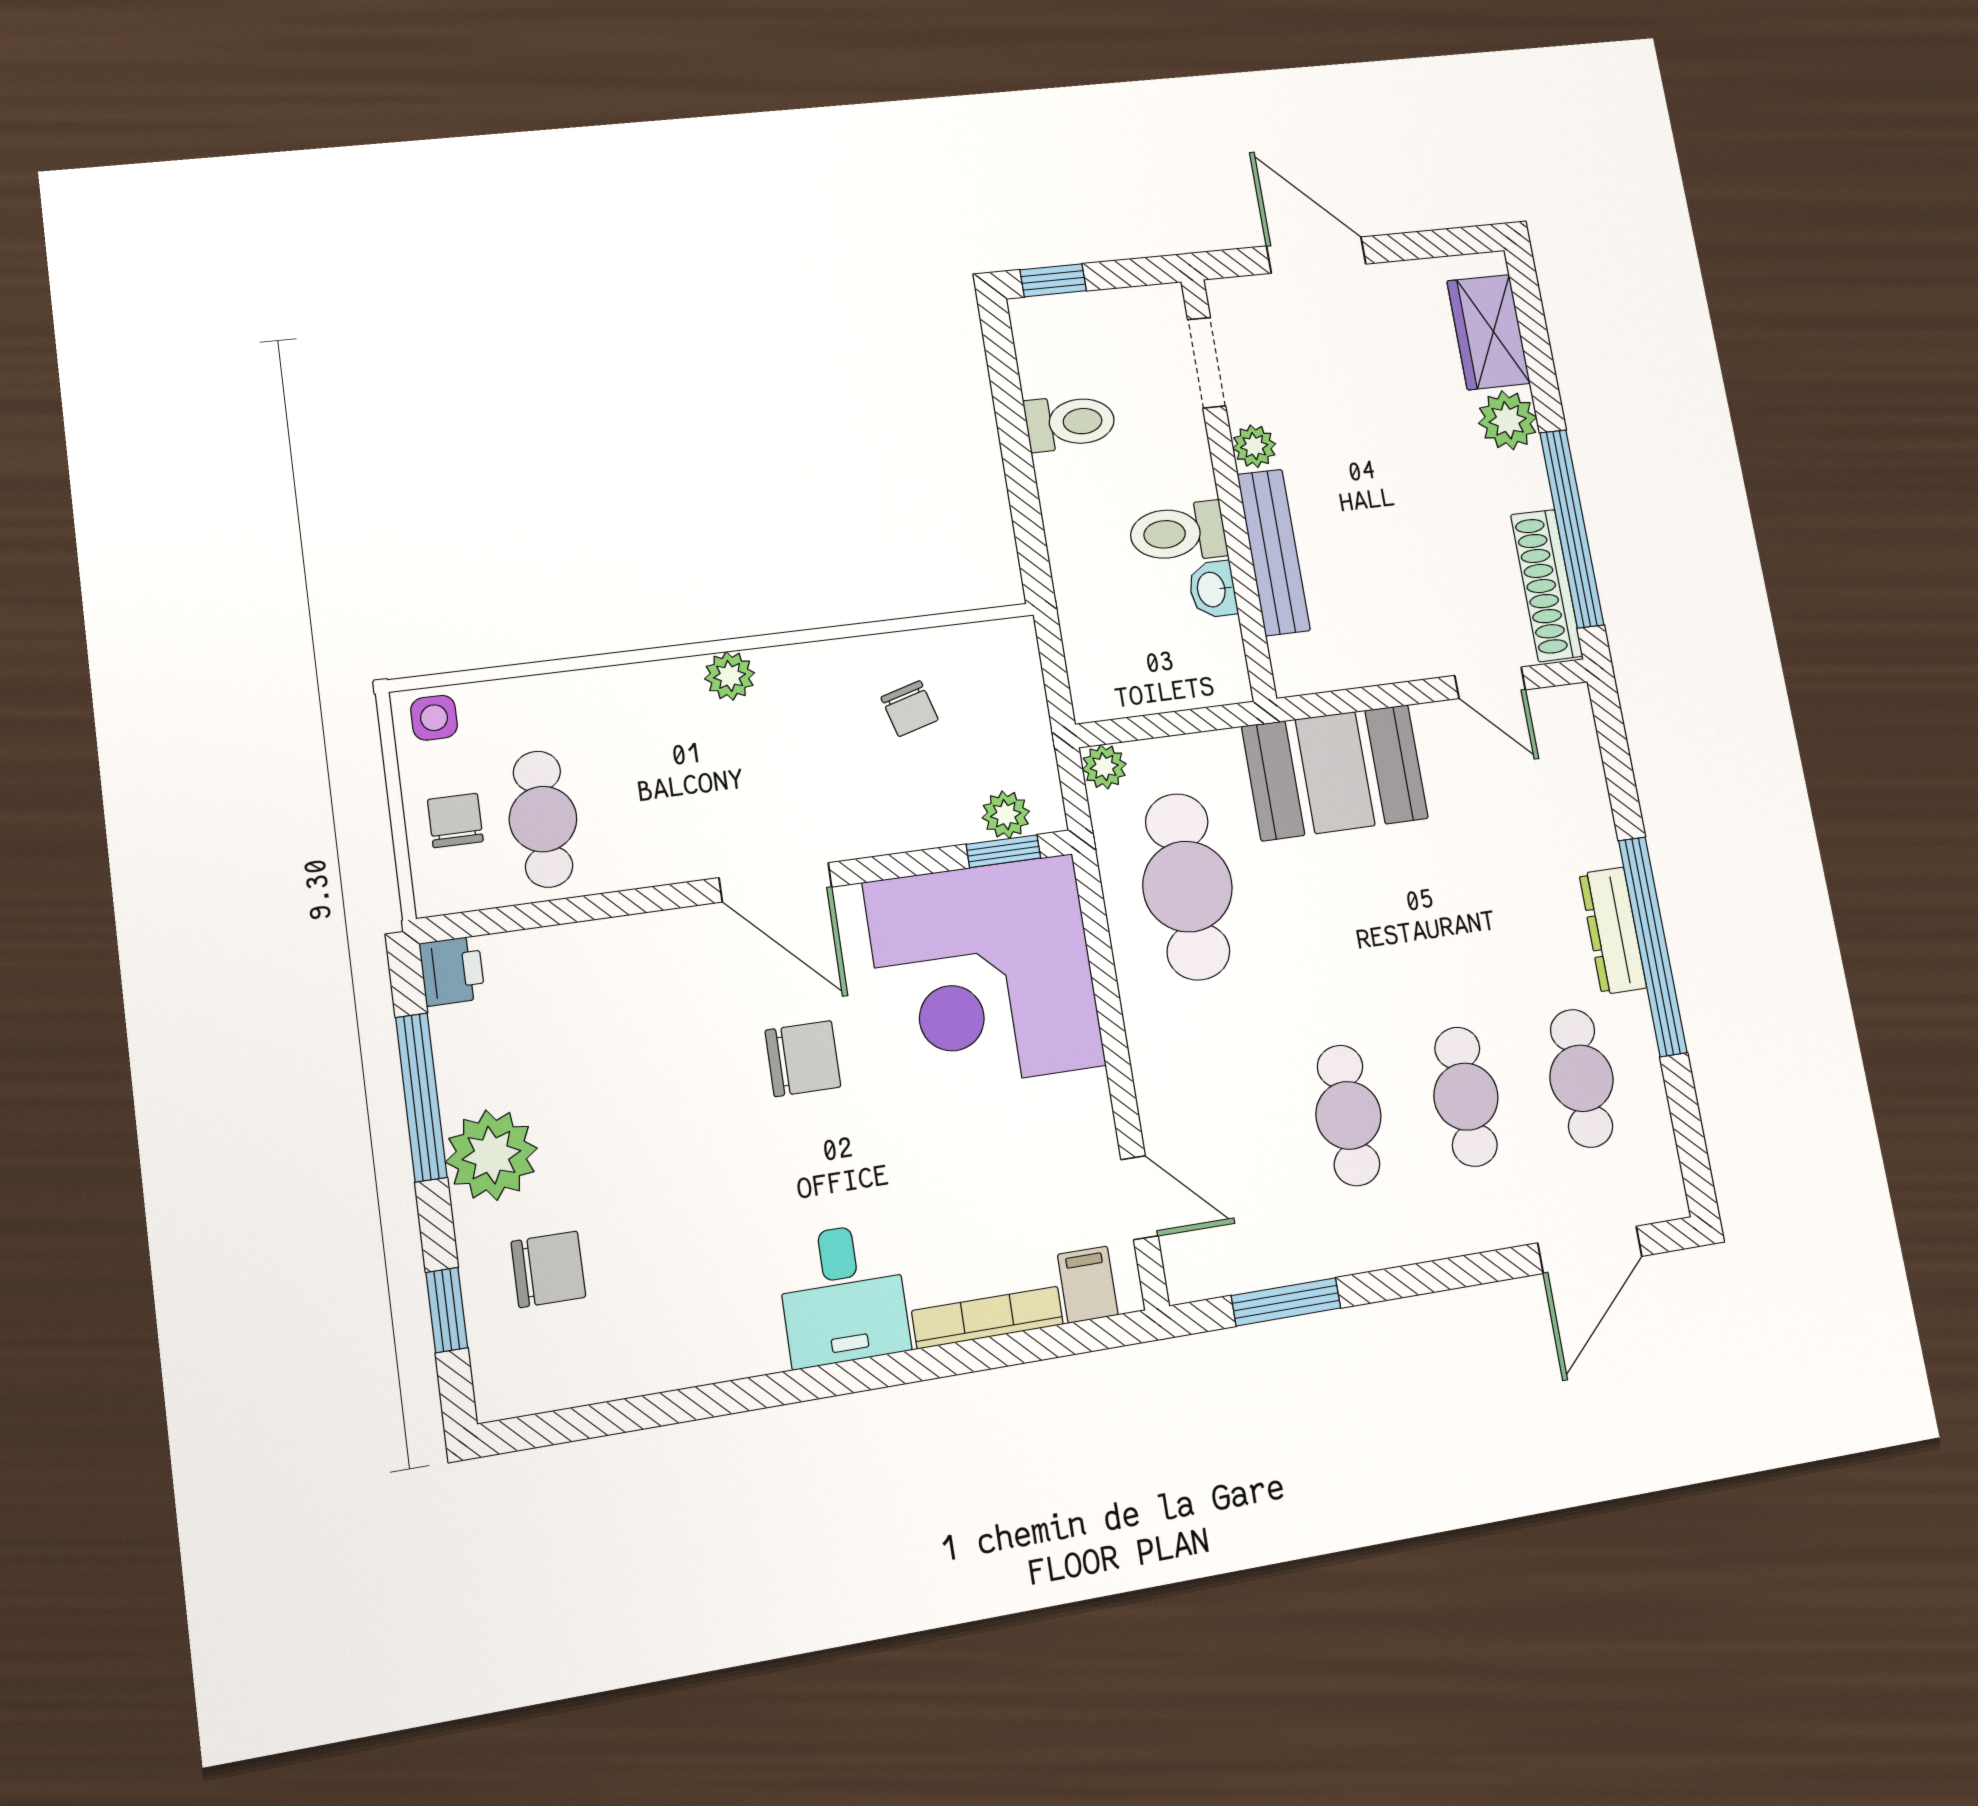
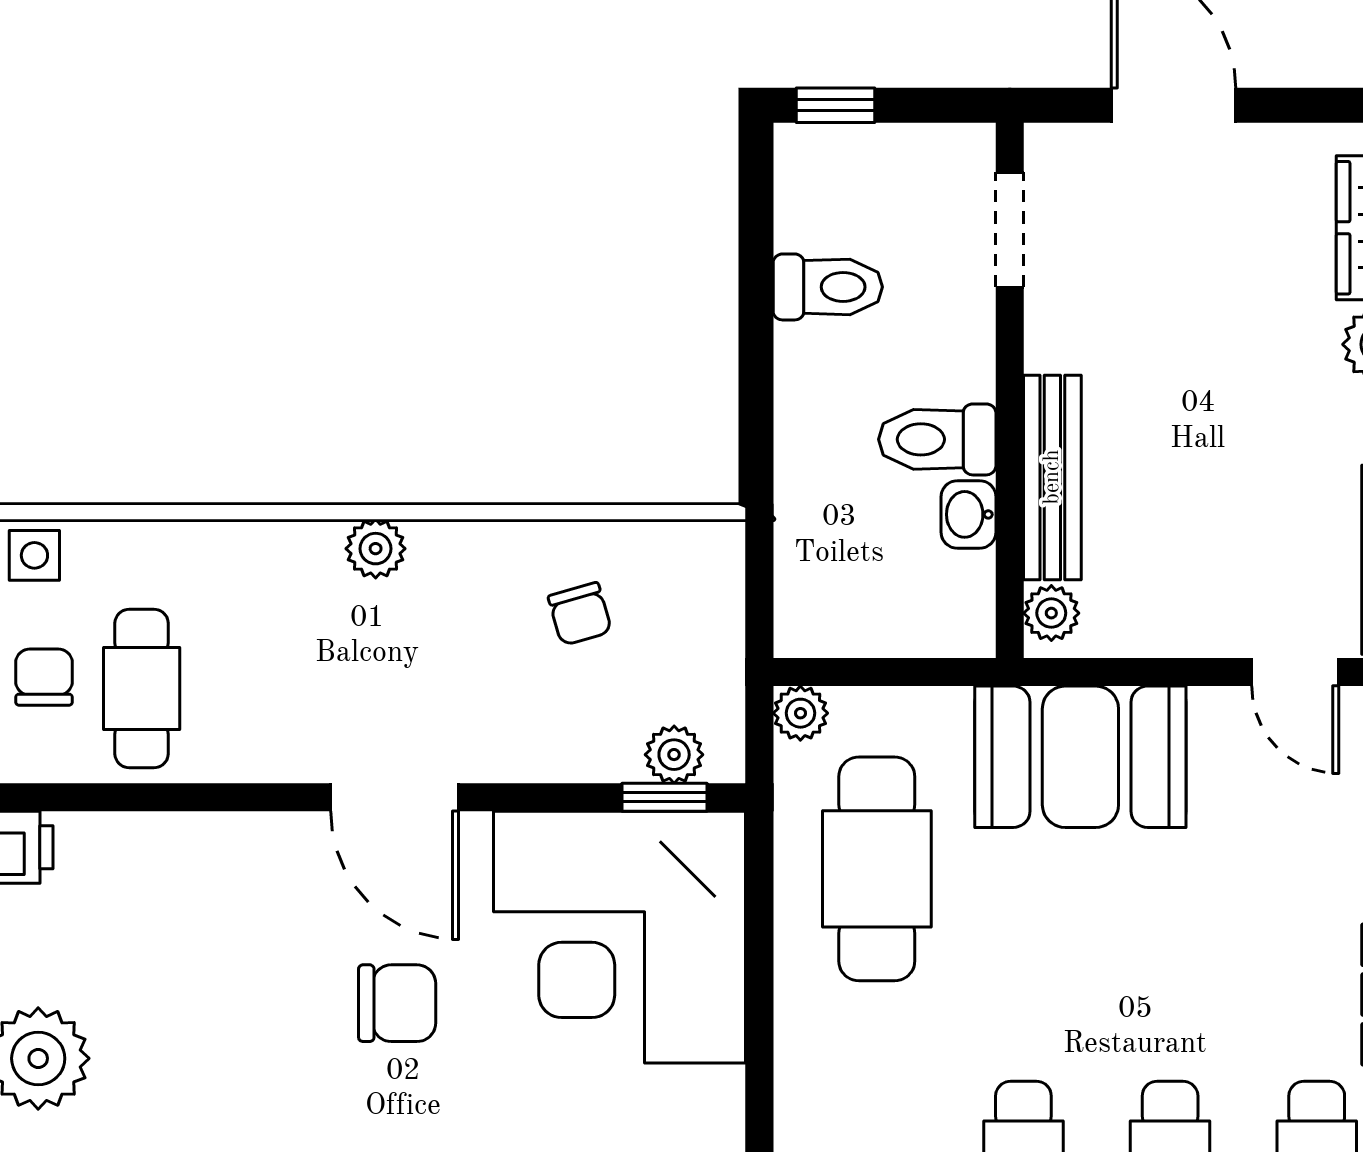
plant: (1254, 446) -> (1051, 613), moved

